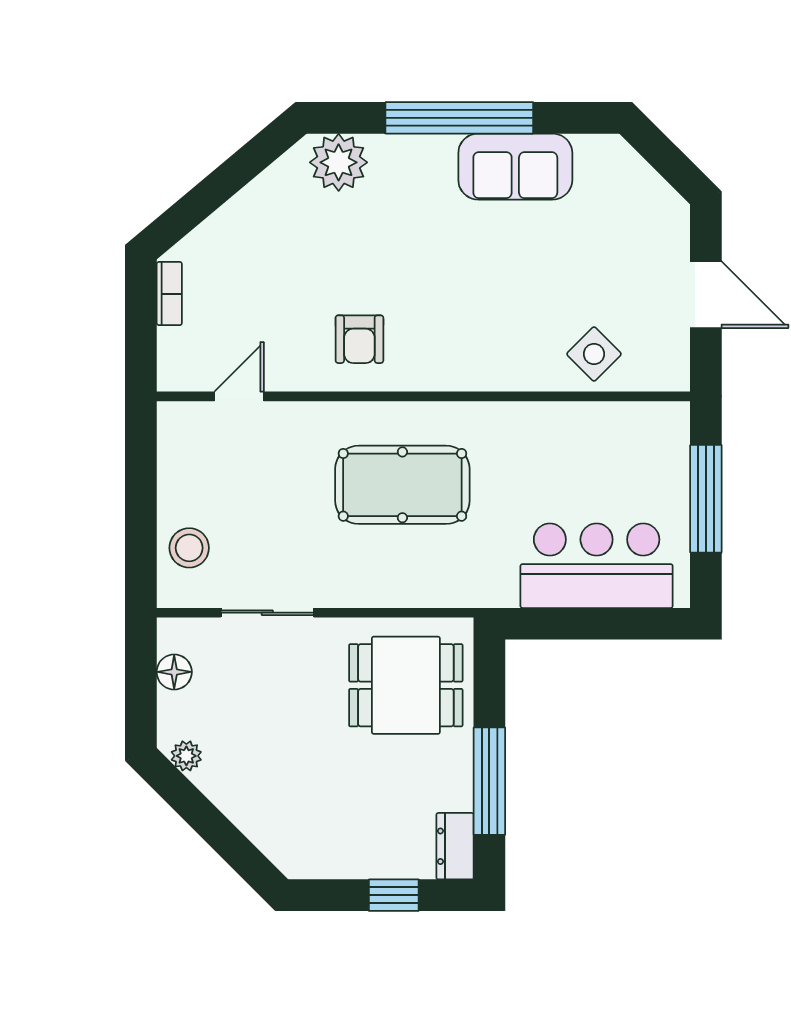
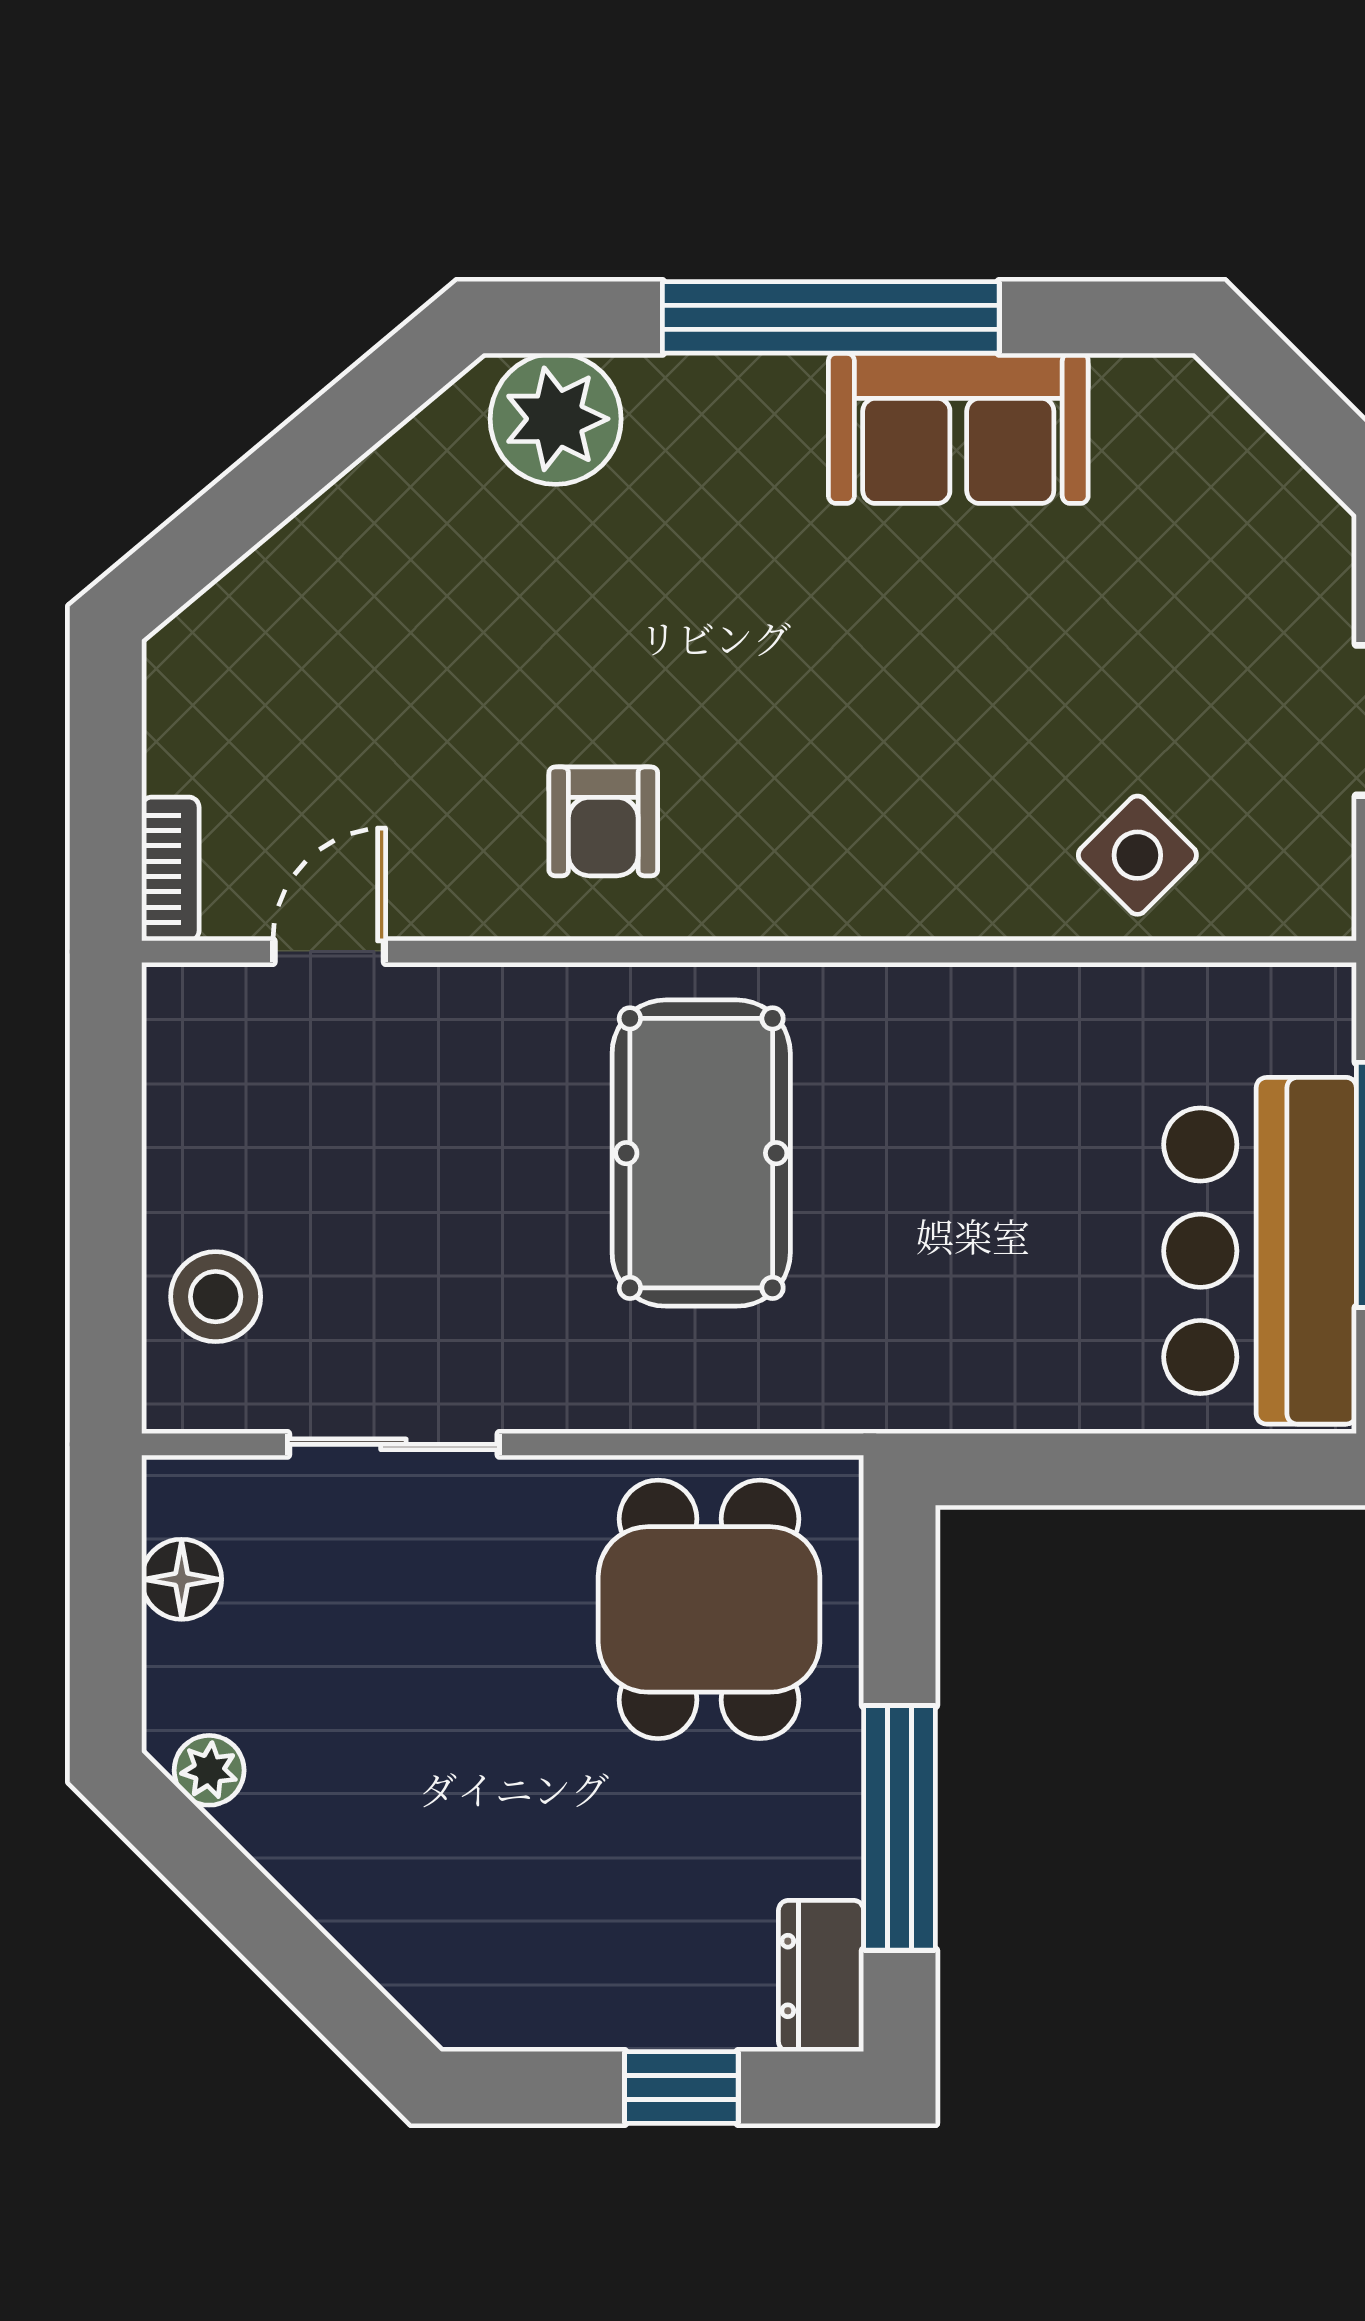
bookcase: (169, 294) -> (170, 869), moved
pool table: (402, 485) -> (701, 1153), turned 90
bar counter: (597, 566) -> (1260, 1251), moved, turned -90
dining table: (406, 685) -> (709, 1609), turned 90

